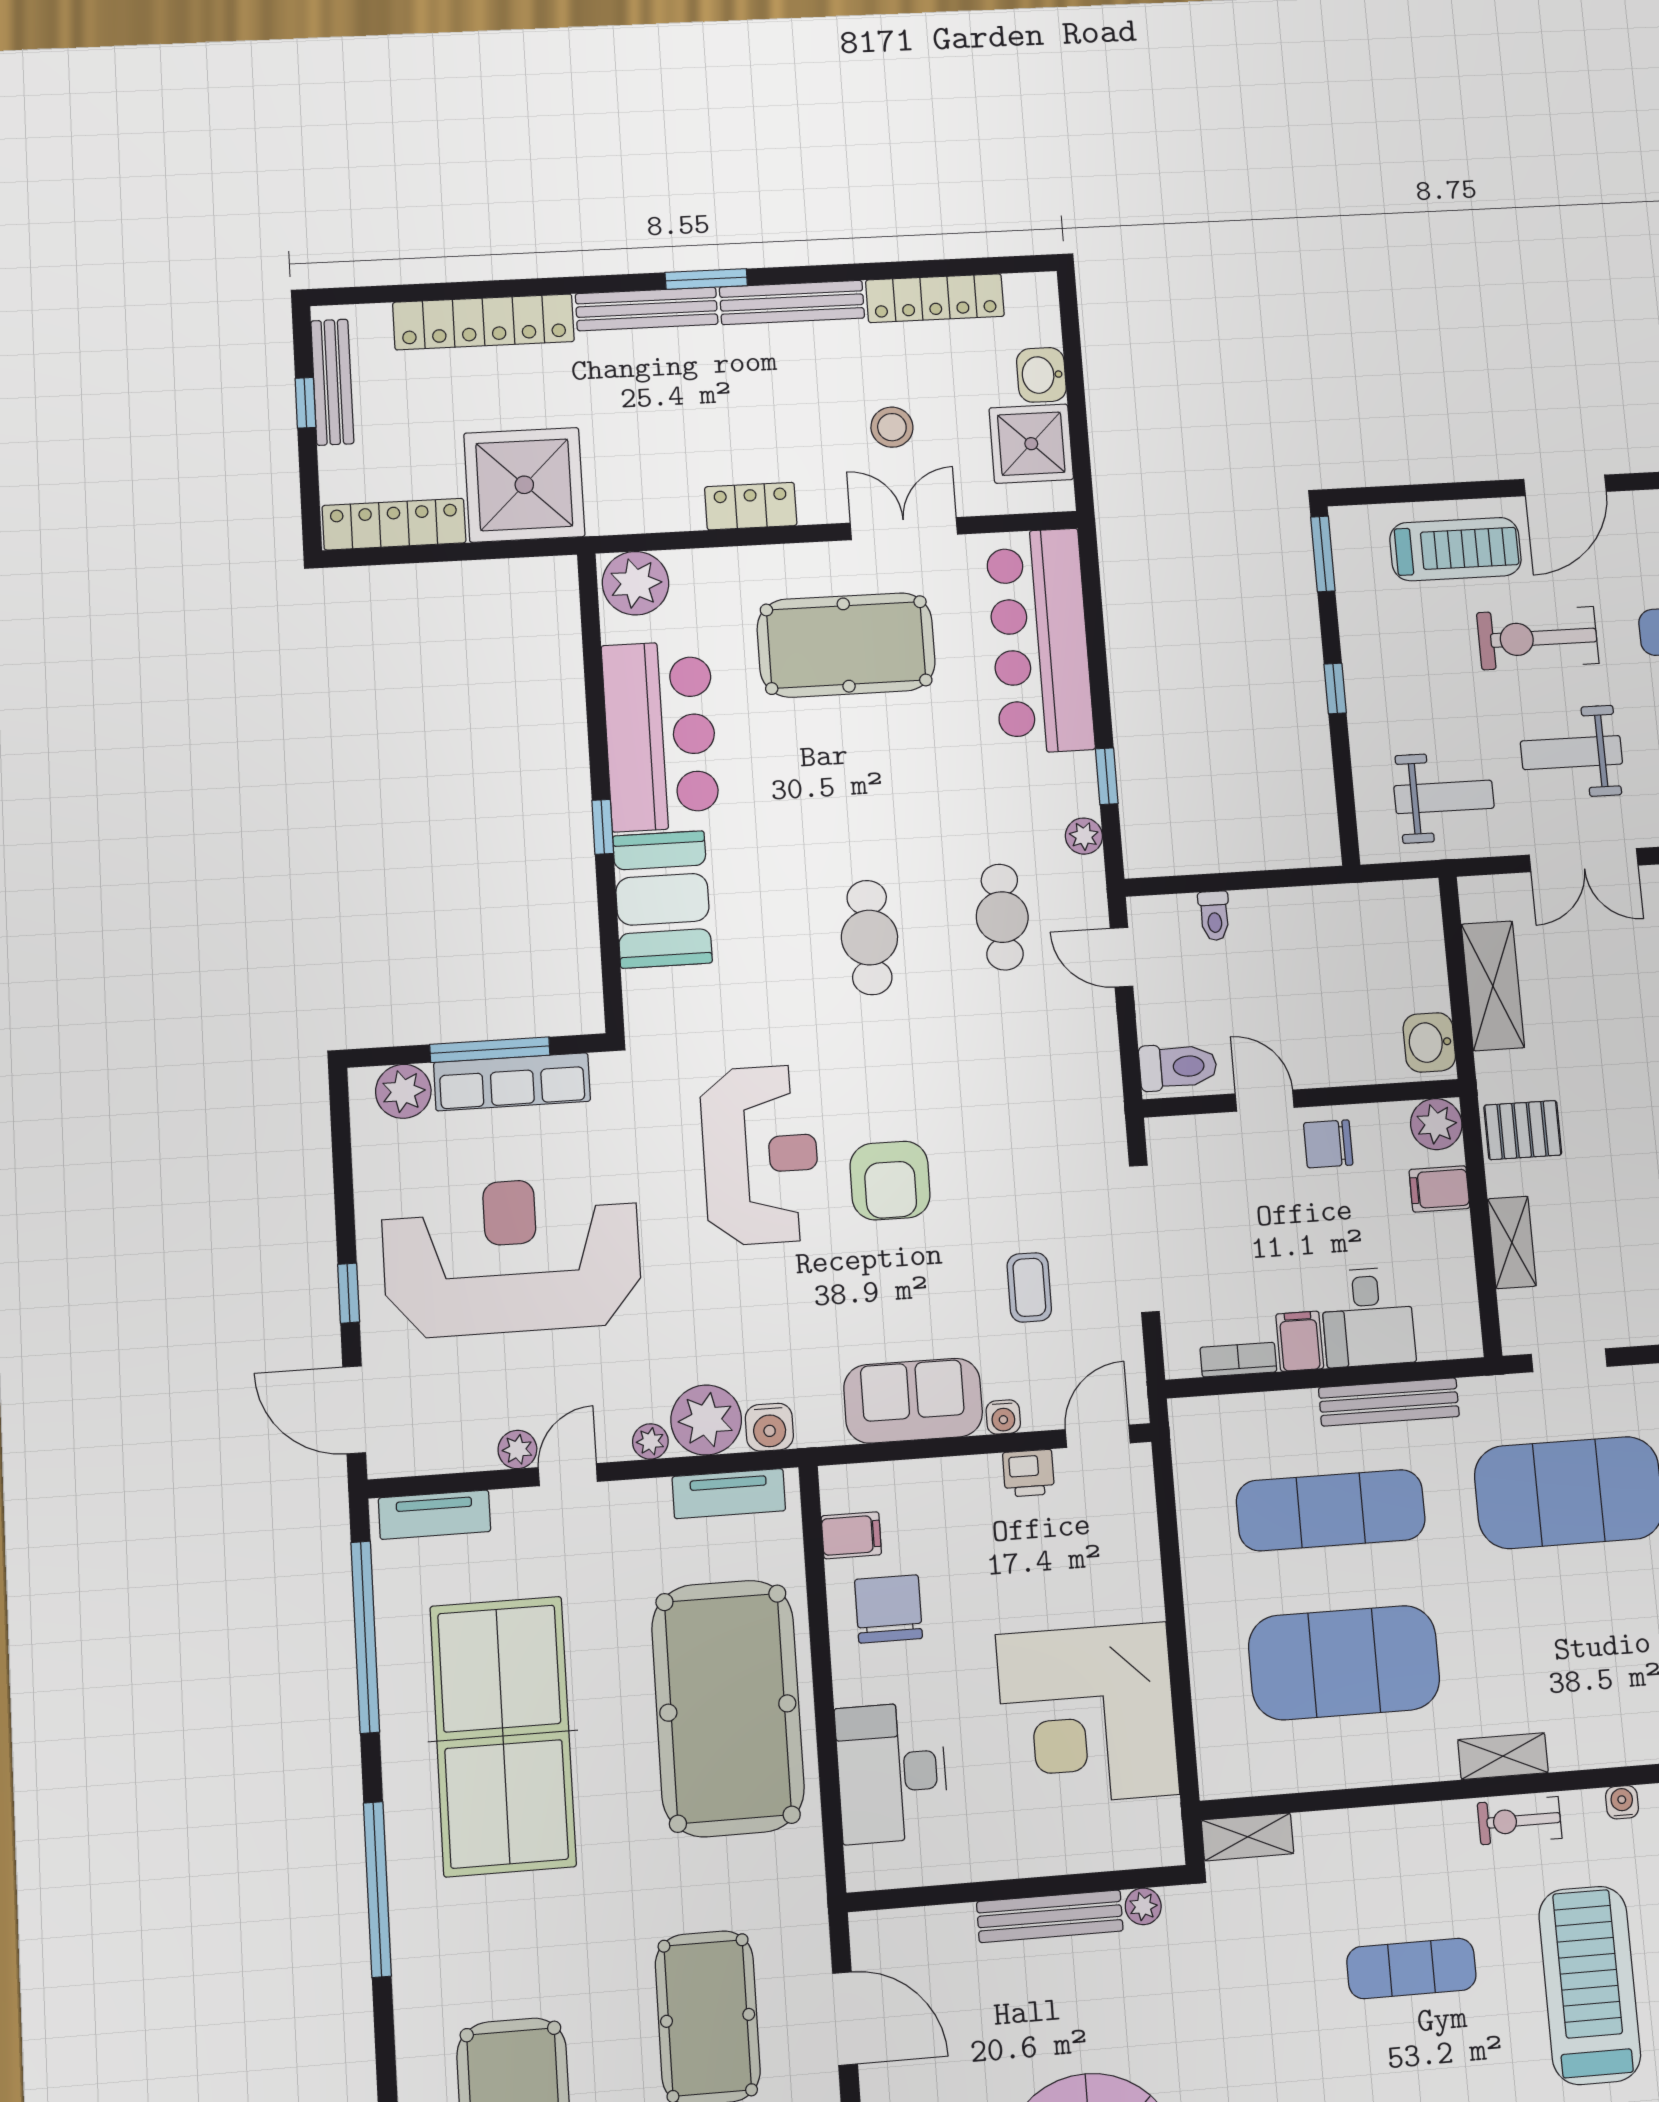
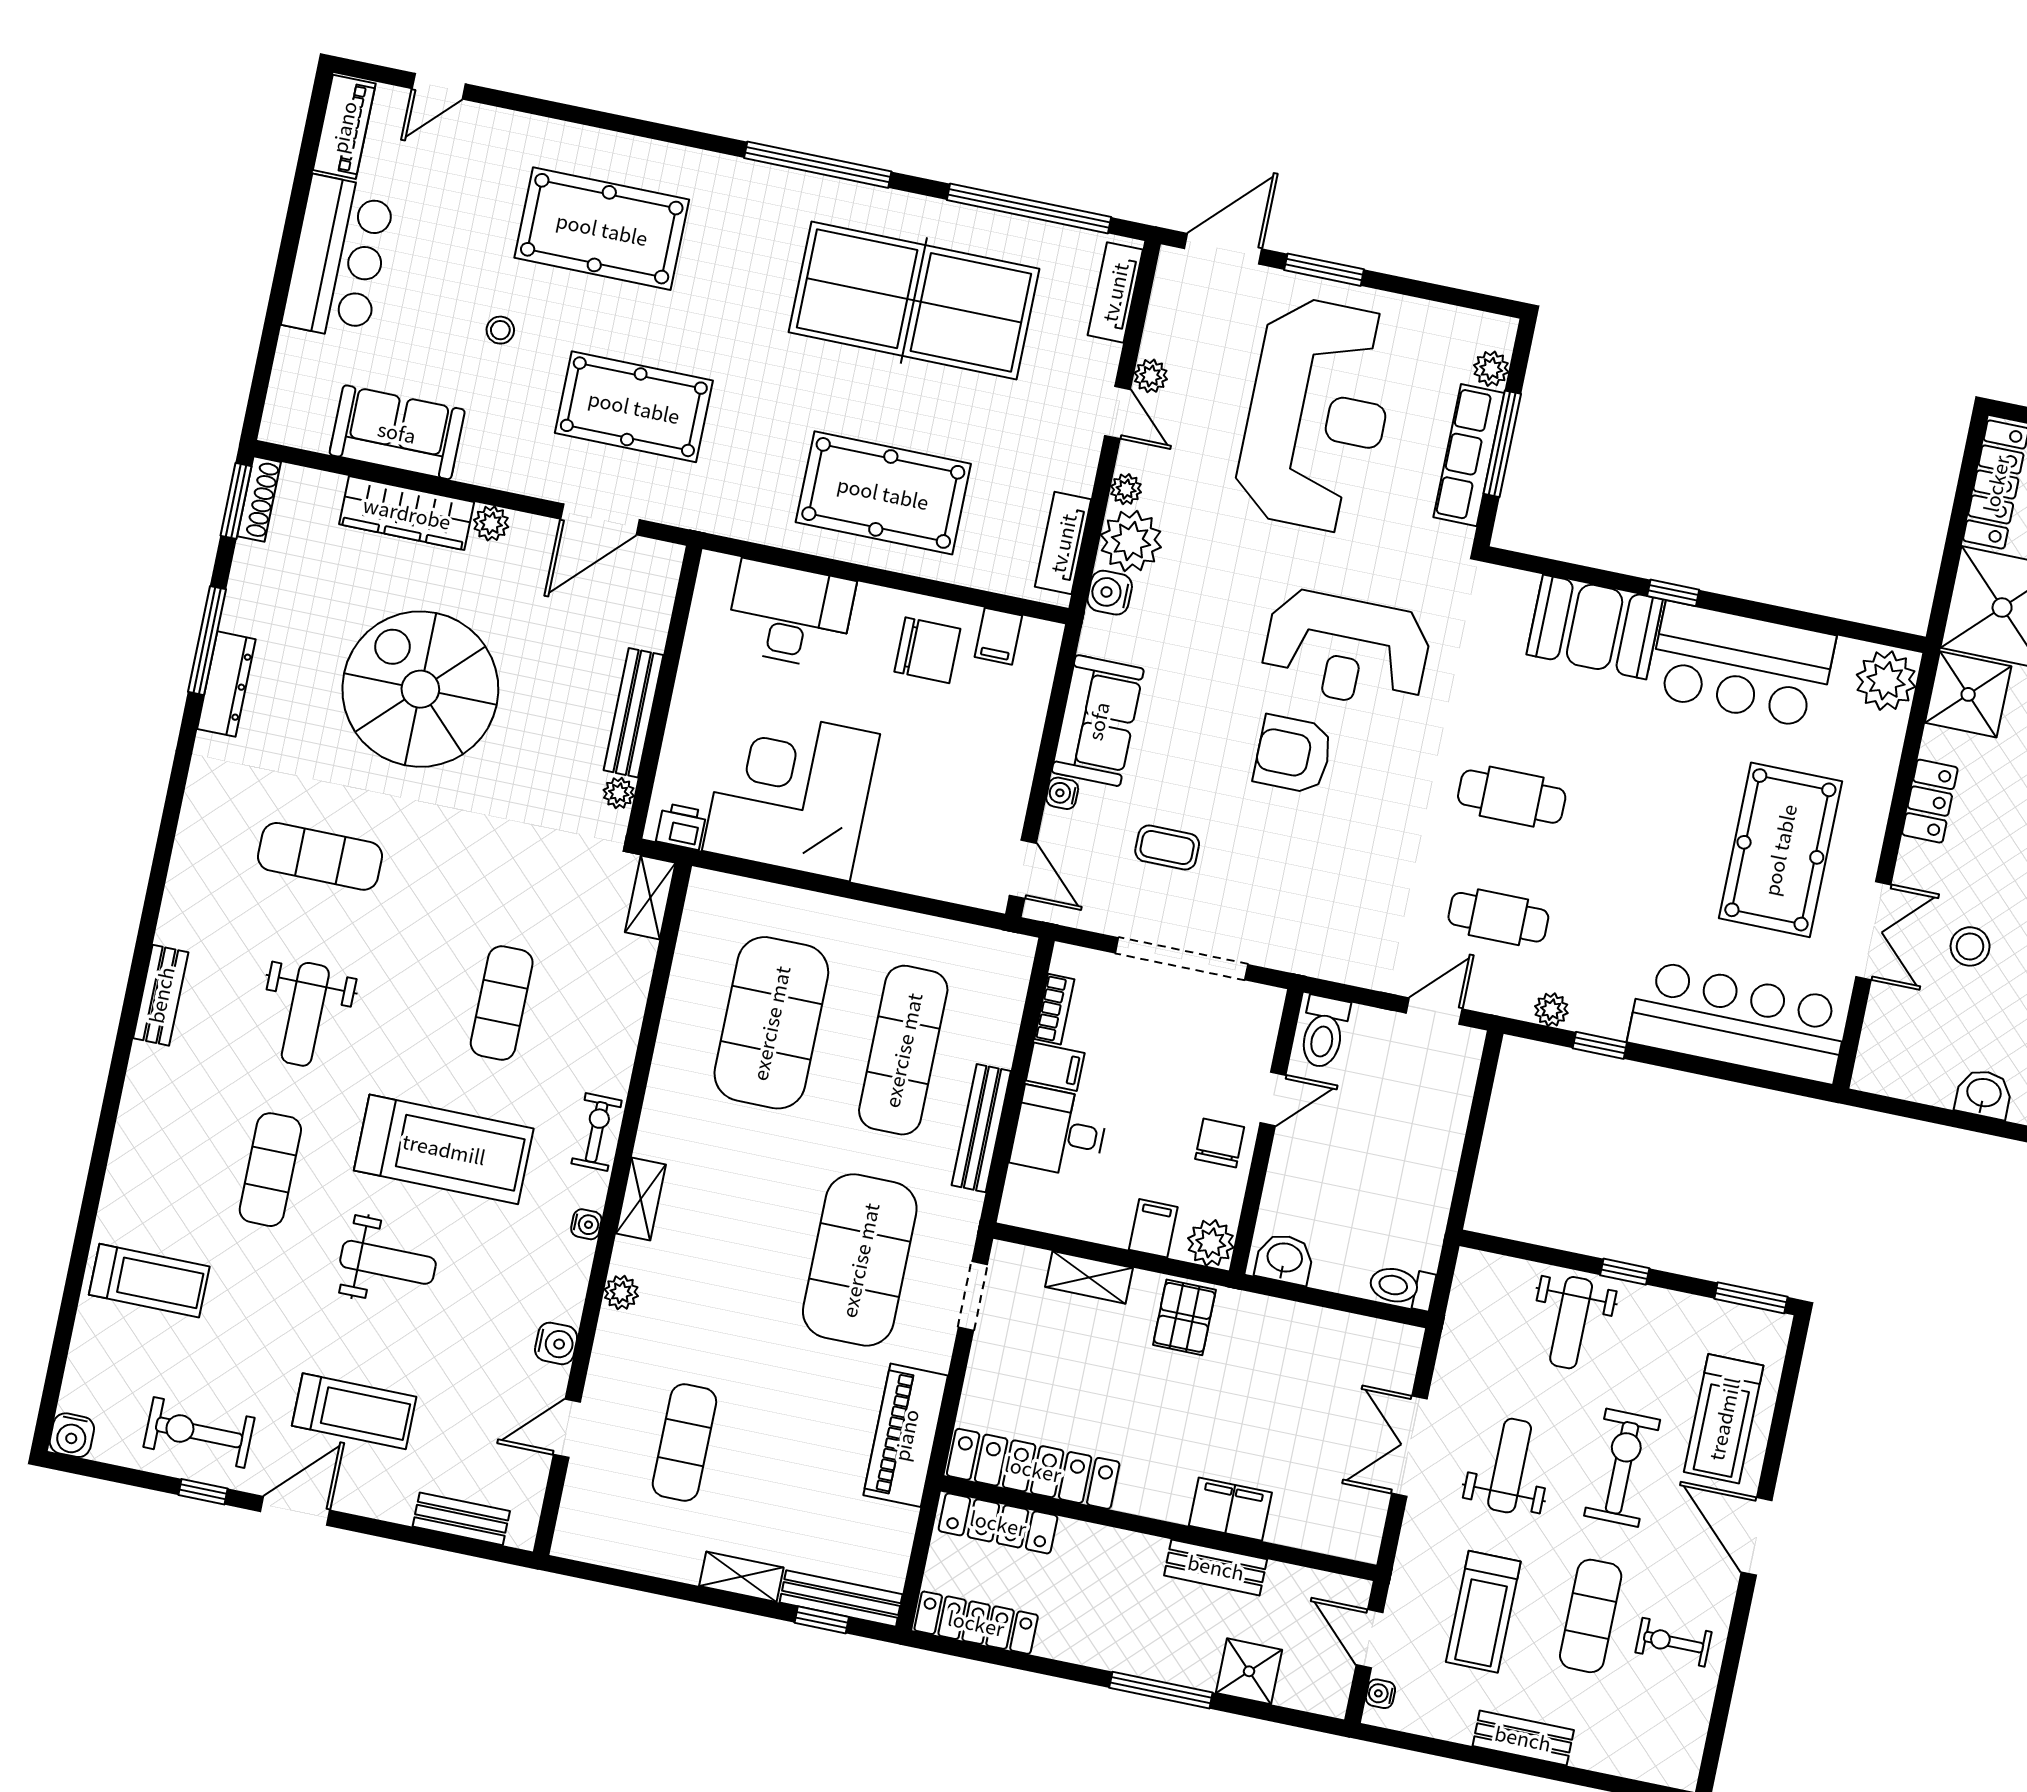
shower: (1031, 444) -> (1968, 694), moved
weight bench: (1444, 797) -> (1571, 1323), moved
toilet: (1214, 916) -> (1402, 1287), moved, width x1.37, depth x1.39
shelving: (1493, 986) -> (1319, 1330), removed
plant: (403, 1091) -> (1491, 369), width x0.73, depth x0.73
window: (349, 1293) -> (1324, 270), width x1.50
printer: (1029, 1473) -> (681, 826), moved, turned 90
pool table: (728, 1708) -> (883, 493), width x0.73, depth x0.76
shelving: (1503, 1756) -> (641, 1199), moved

